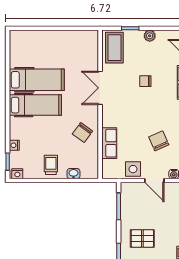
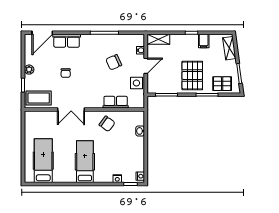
hospital bed: (37, 80) -> (43, 161), moved
trolley: (51, 165) -> (133, 149), removed
pallet: (142, 238) -> (192, 75), width x1.50, depth x1.42

